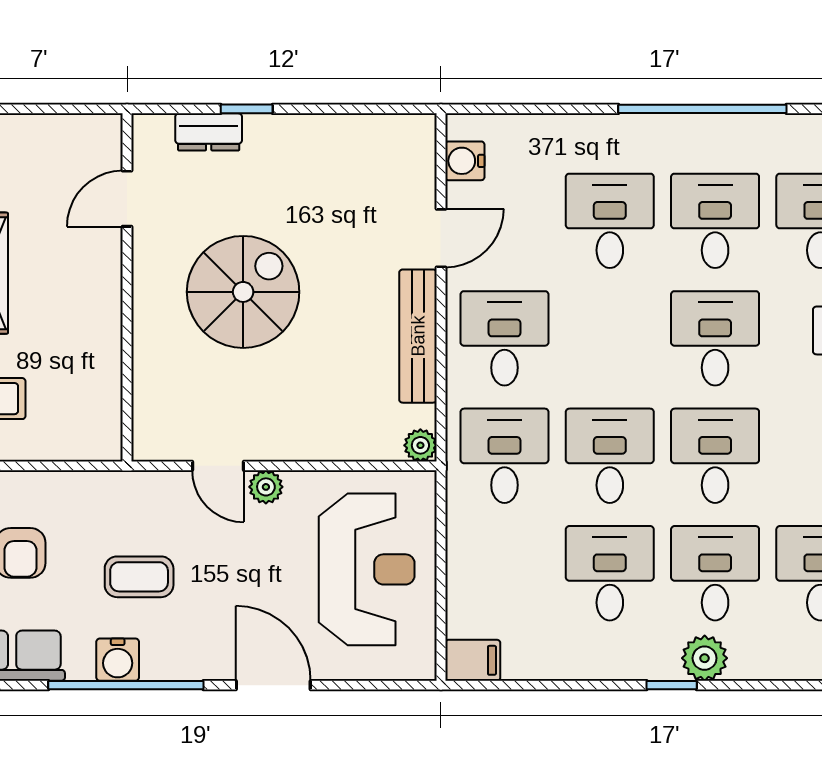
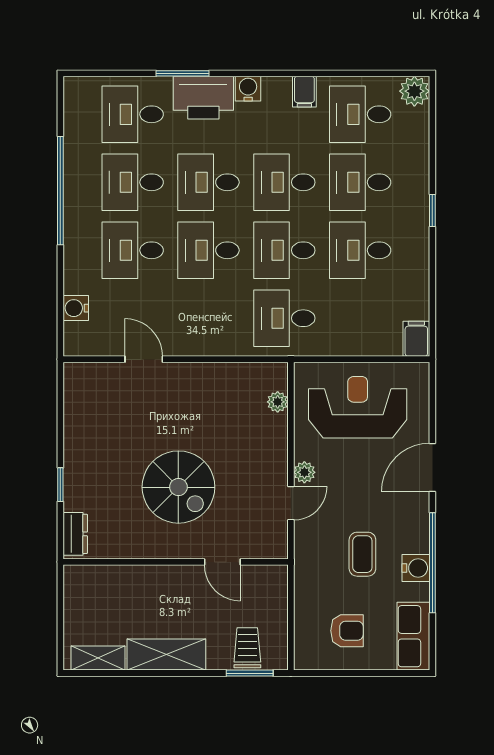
dresser: (209, 132) -> (75, 534), moved
water cooler: (465, 161) -> (76, 308), moved, turned 90
door: (127, 199) -> (222, 562), moved
spiral stairs: (243, 292) -> (178, 487), turned 180
bench: (418, 336) -> (207, 374), removed
desk: (504, 338) -> (208, 250), moved
plant: (420, 445) -> (278, 402), moved
plant: (705, 658) -> (415, 189), removed

